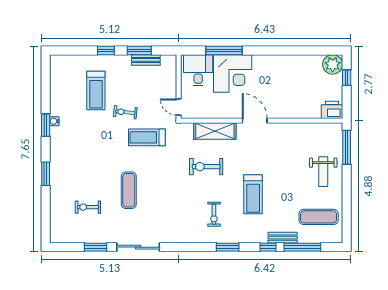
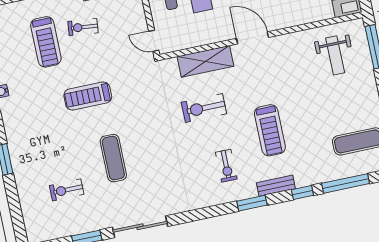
exercise bike: (125, 112) -> (83, 27), moved
treadmill: (147, 137) -> (88, 96), moved
weight bench: (323, 172) -> (335, 55), moved
bench: (283, 238) -> (276, 186), moved

